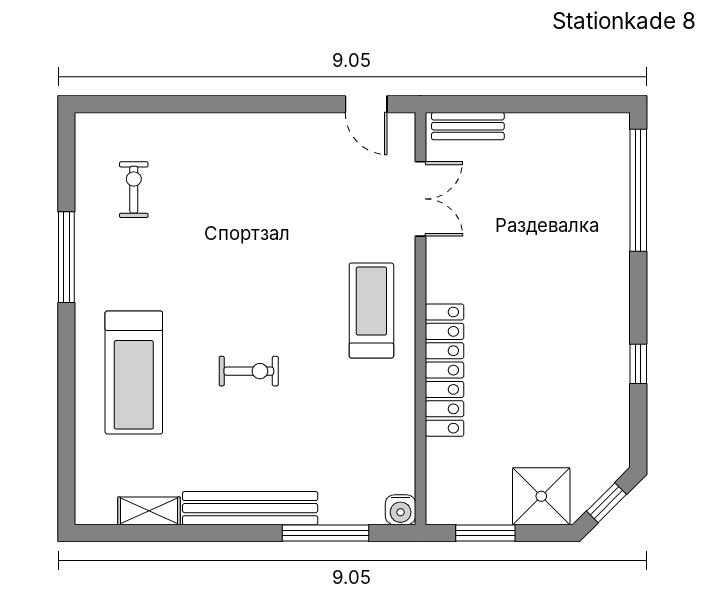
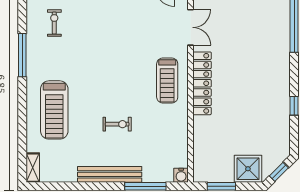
treadmill: (371, 311) -> (167, 81), turned 180
locker: (445, 370) -> (202, 83), moved
exercise bike: (249, 371) -> (117, 124), moved
shelving: (149, 511) -> (33, 168), moved, turned 90

